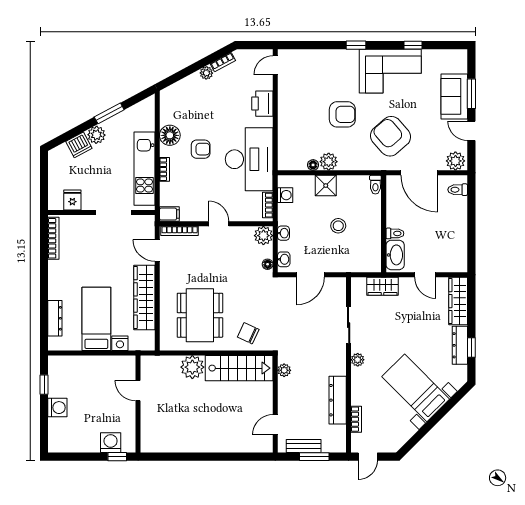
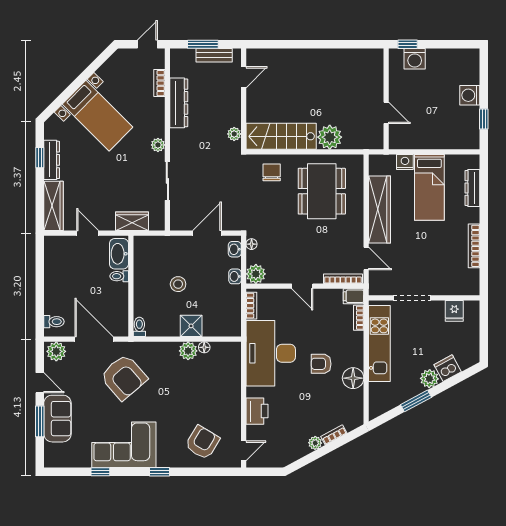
bookcase: (223, 62) -> (334, 435), moved
armchair: (342, 114) -> (202, 442), moved, turned 121
bookcase: (164, 169) -> (359, 318), moved
washing machine: (285, 195) -> (233, 316), removed
bookcase: (53, 238) -> (474, 246), moved
chair: (248, 333) -> (272, 172), turned -115

